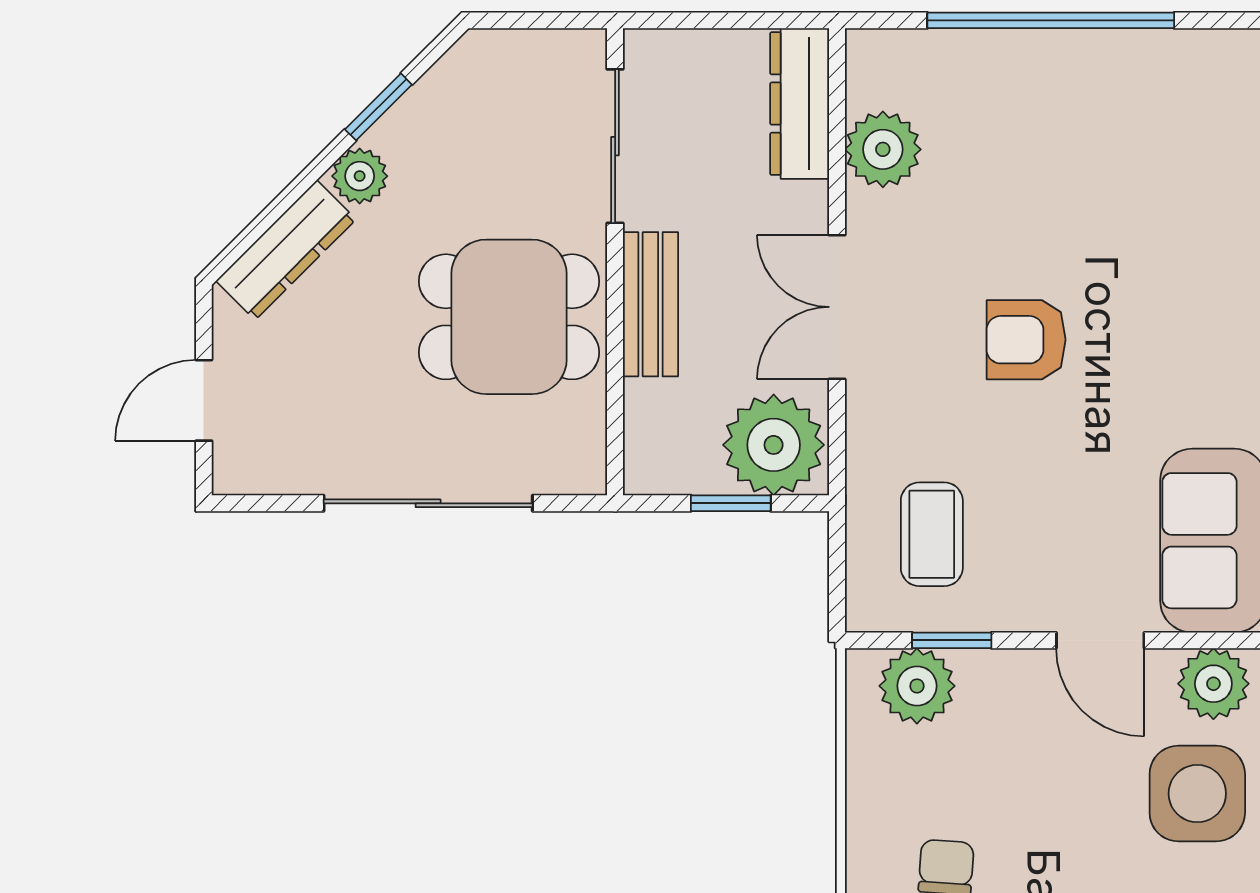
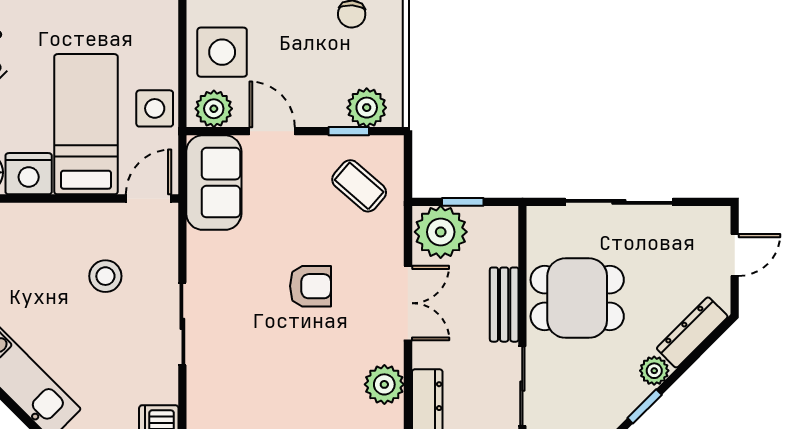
coffee table: (932, 534) -> (359, 186), turned -49

